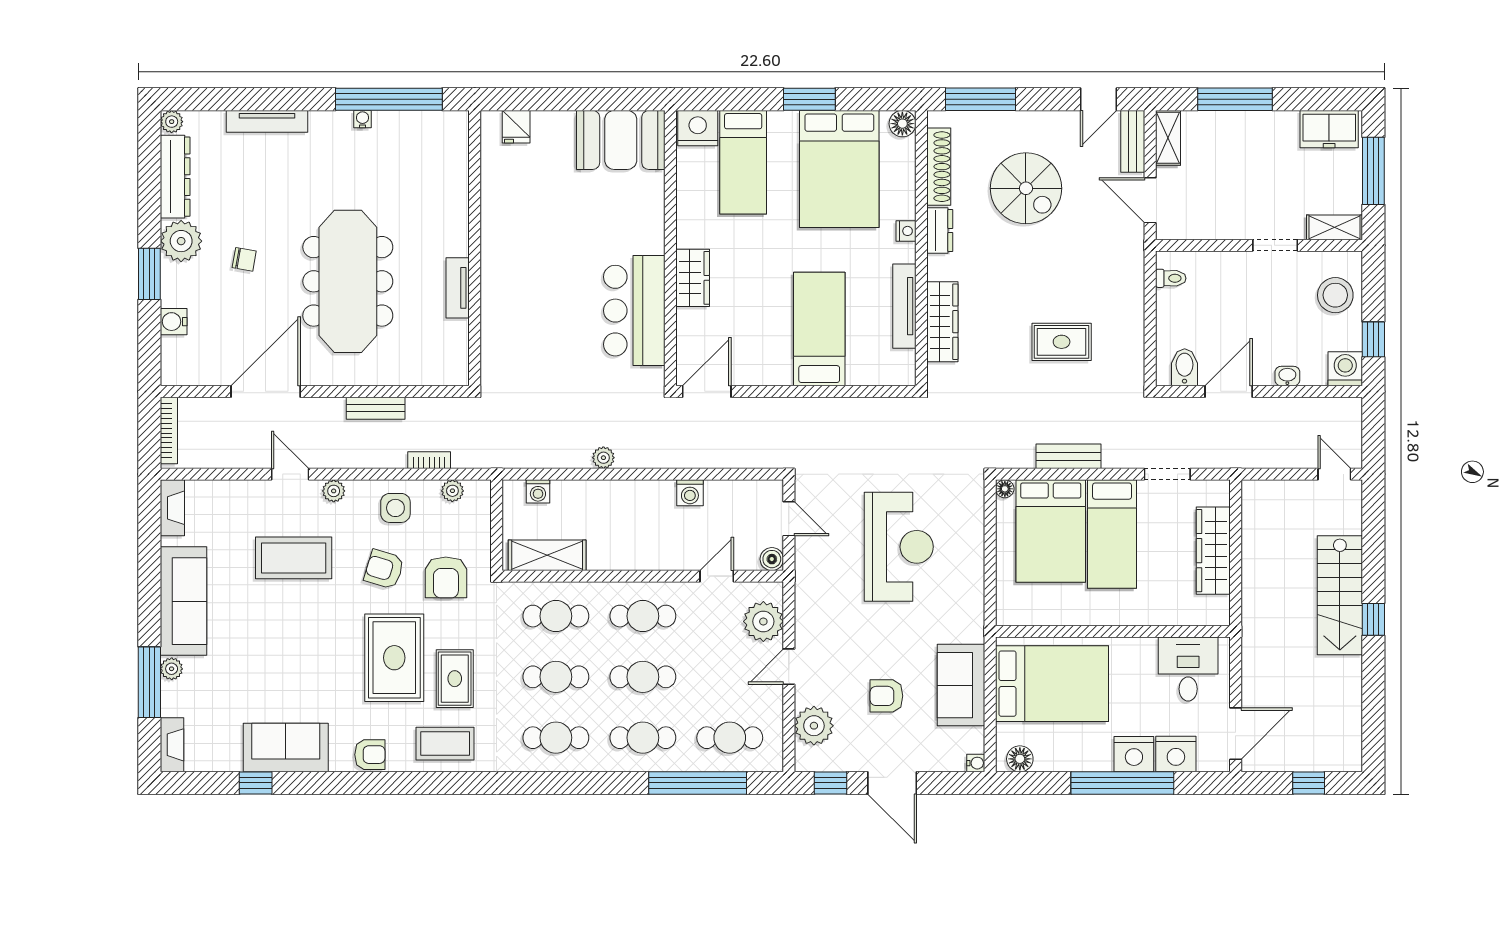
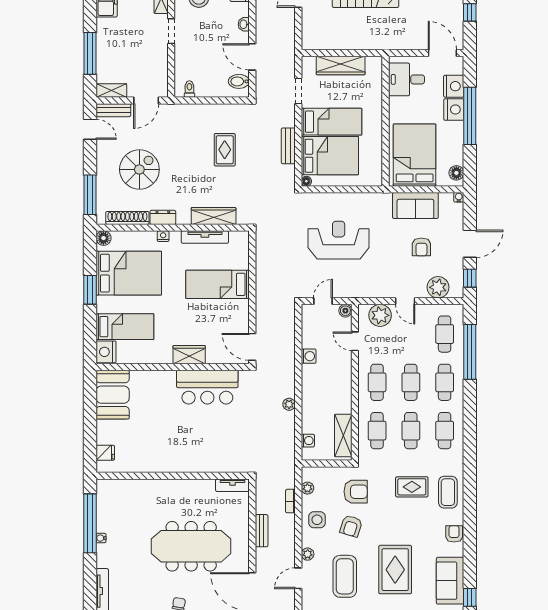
tv unit: (458, 288) -> (232, 485), moved
rug: (394, 658) -> (395, 570), moved, turned 90

